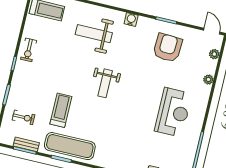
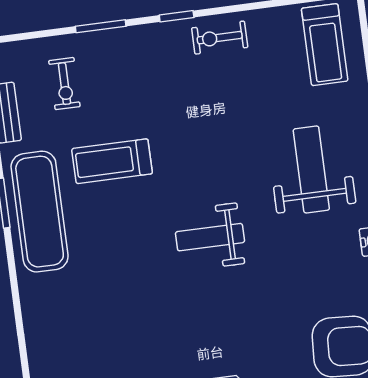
treadmill: (61, 110) -> (112, 161), turned 180

